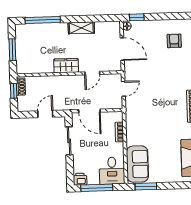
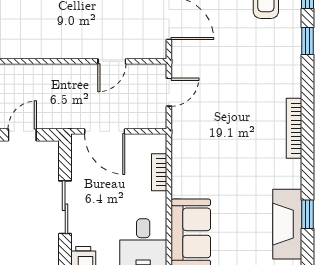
wardrobe: (66, 66) -> (64, 46), removed
sliding door: (69, 141) -> (65, 207), moved

